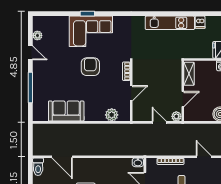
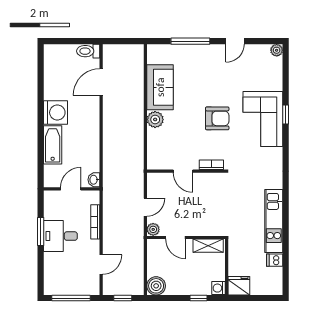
plant: (37, 35) -> (277, 50), moved
plant: (112, 115) -> (155, 119), moved

